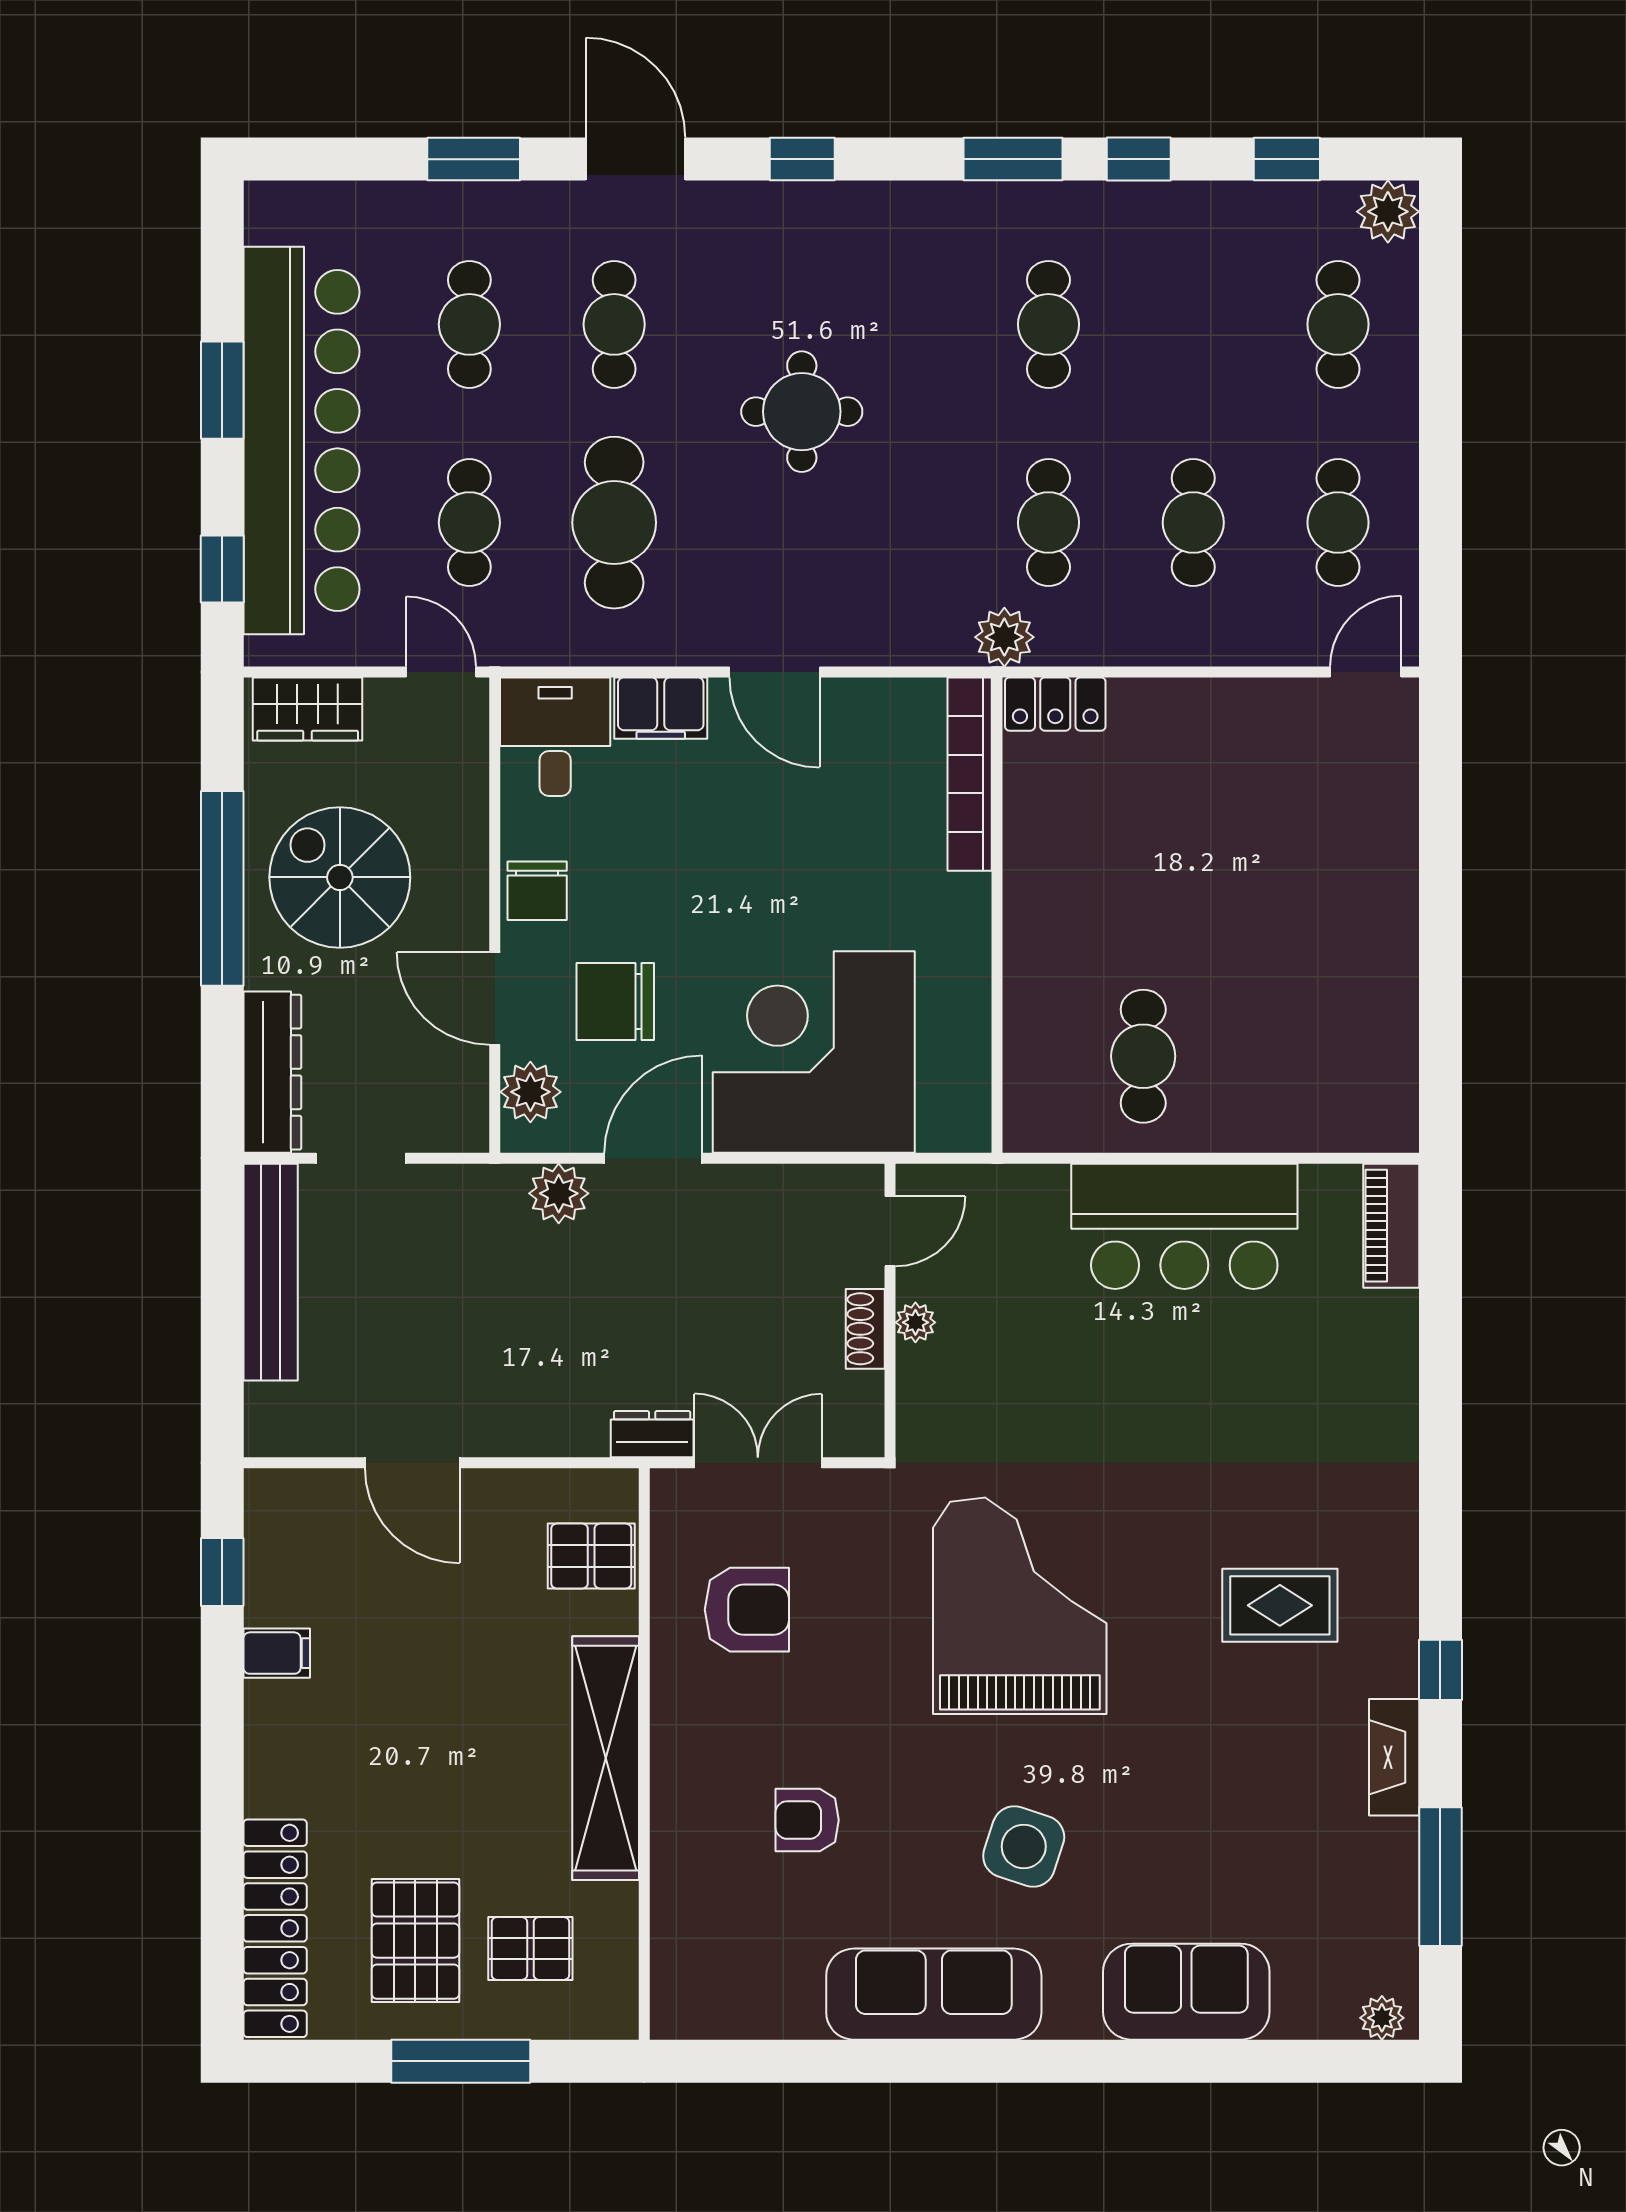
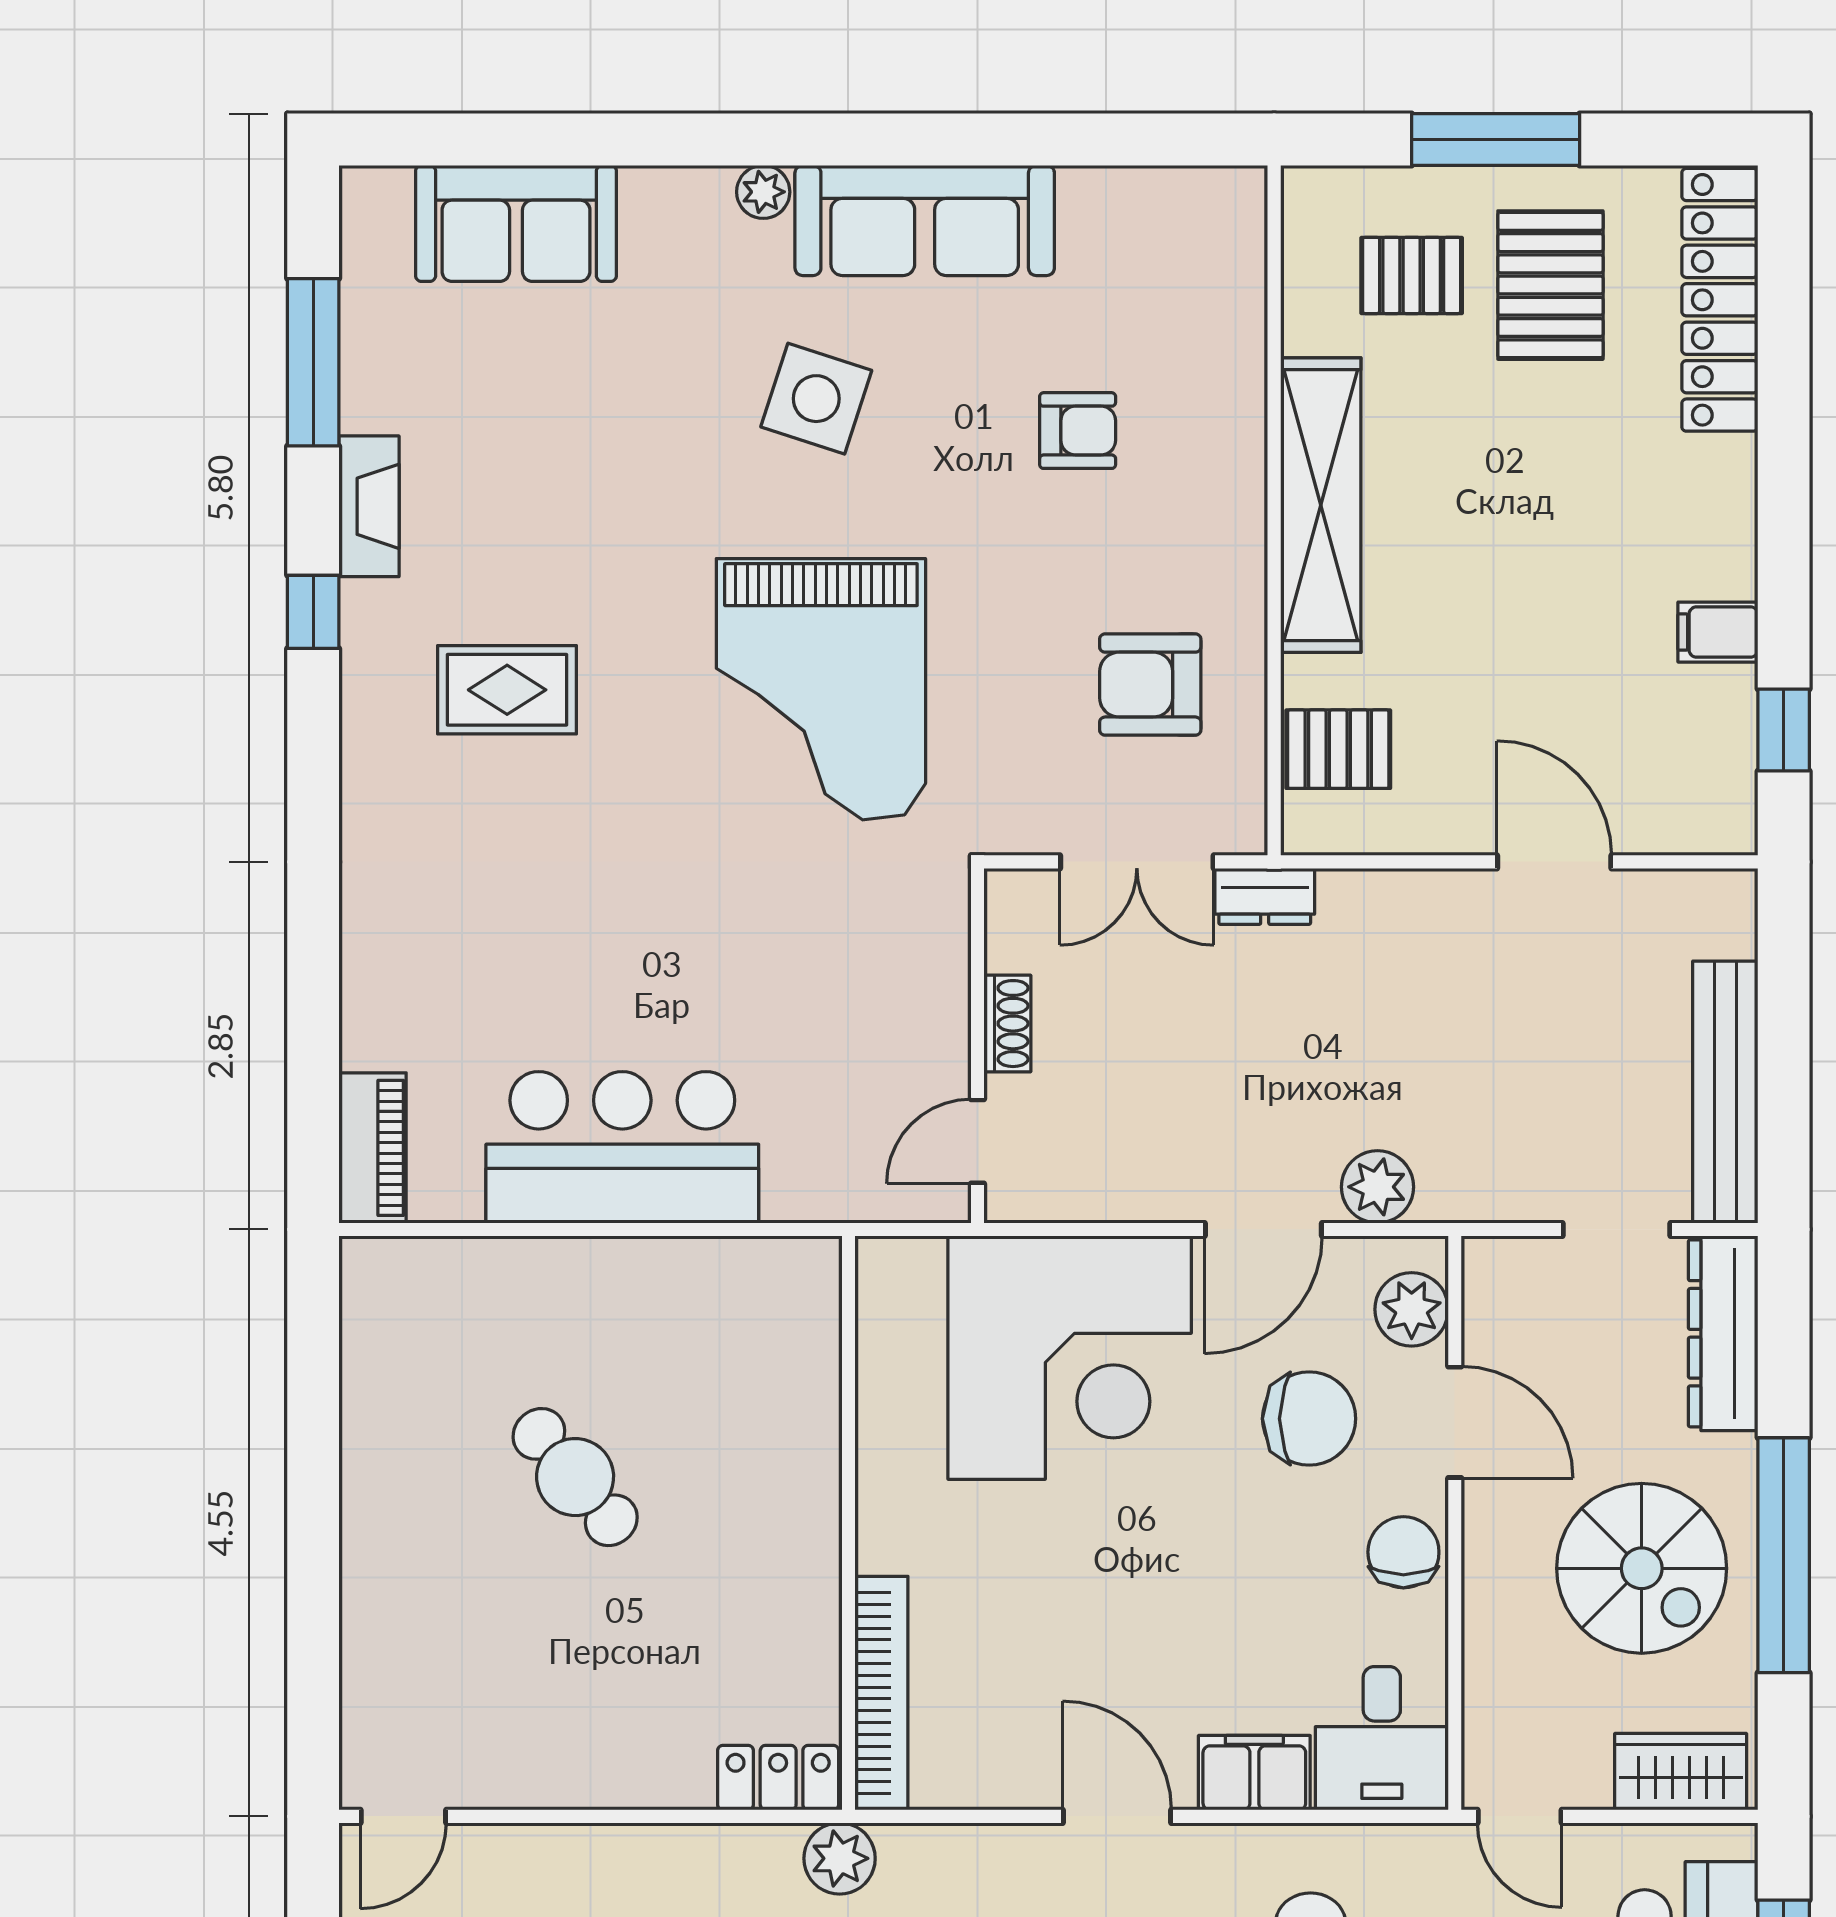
cafe table: (1143, 1056) -> (575, 1477), moved, turned -40
plant: (915, 1322) -> (947, 1031), removed
sofa: (1186, 1992) -> (516, 223), moved
plant: (1382, 2018) -> (763, 192), moved

